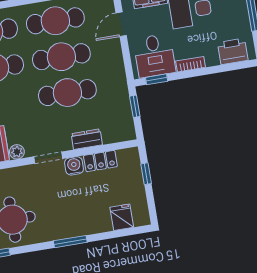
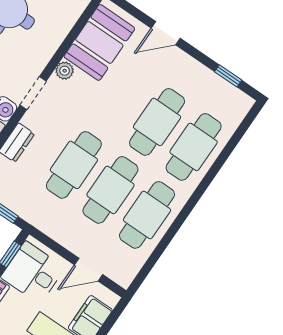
door: (121, 24) -> (89, 270), swing flipped

